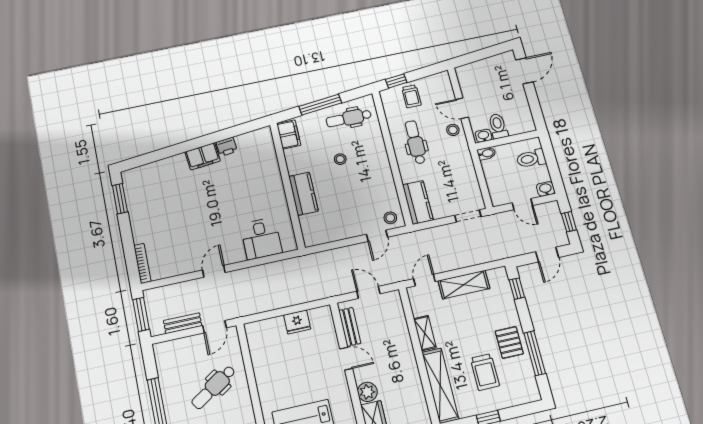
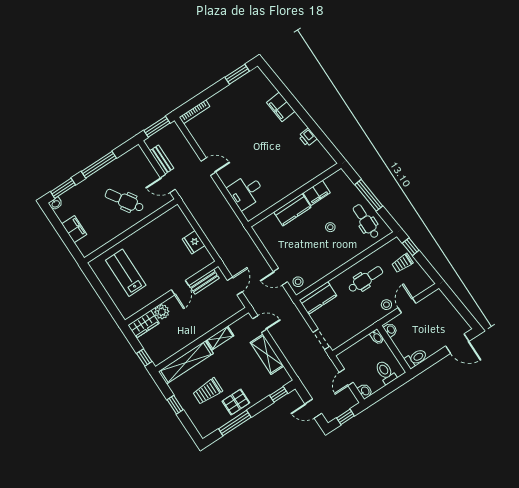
toilet: (498, 126) -> (416, 358), moved
filing cabinet: (289, 134) -> (317, 193), moved
filing cabinet: (203, 156) -> (281, 107), moved

